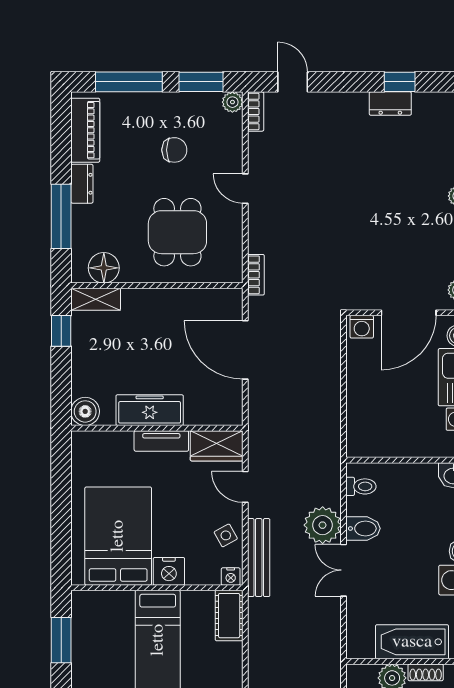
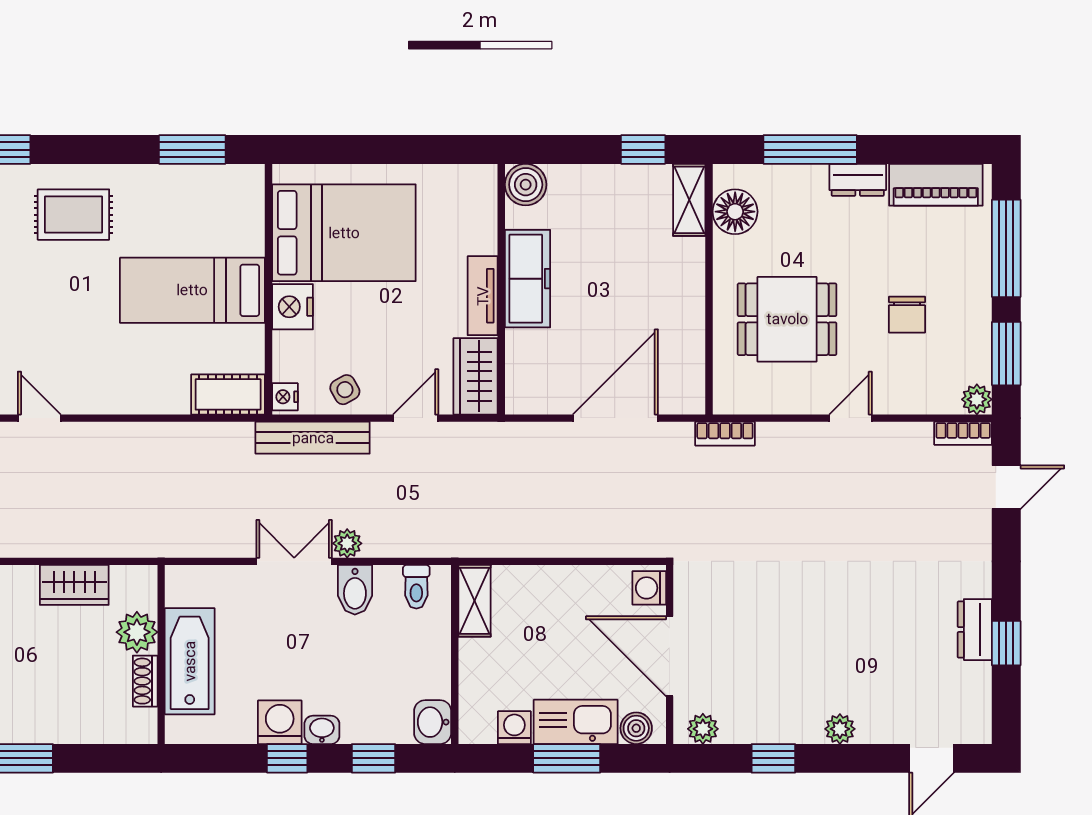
shelving: (371, 447) -> (474, 601), added
plant: (323, 525) -> (347, 543), width x0.53, depth x0.53

